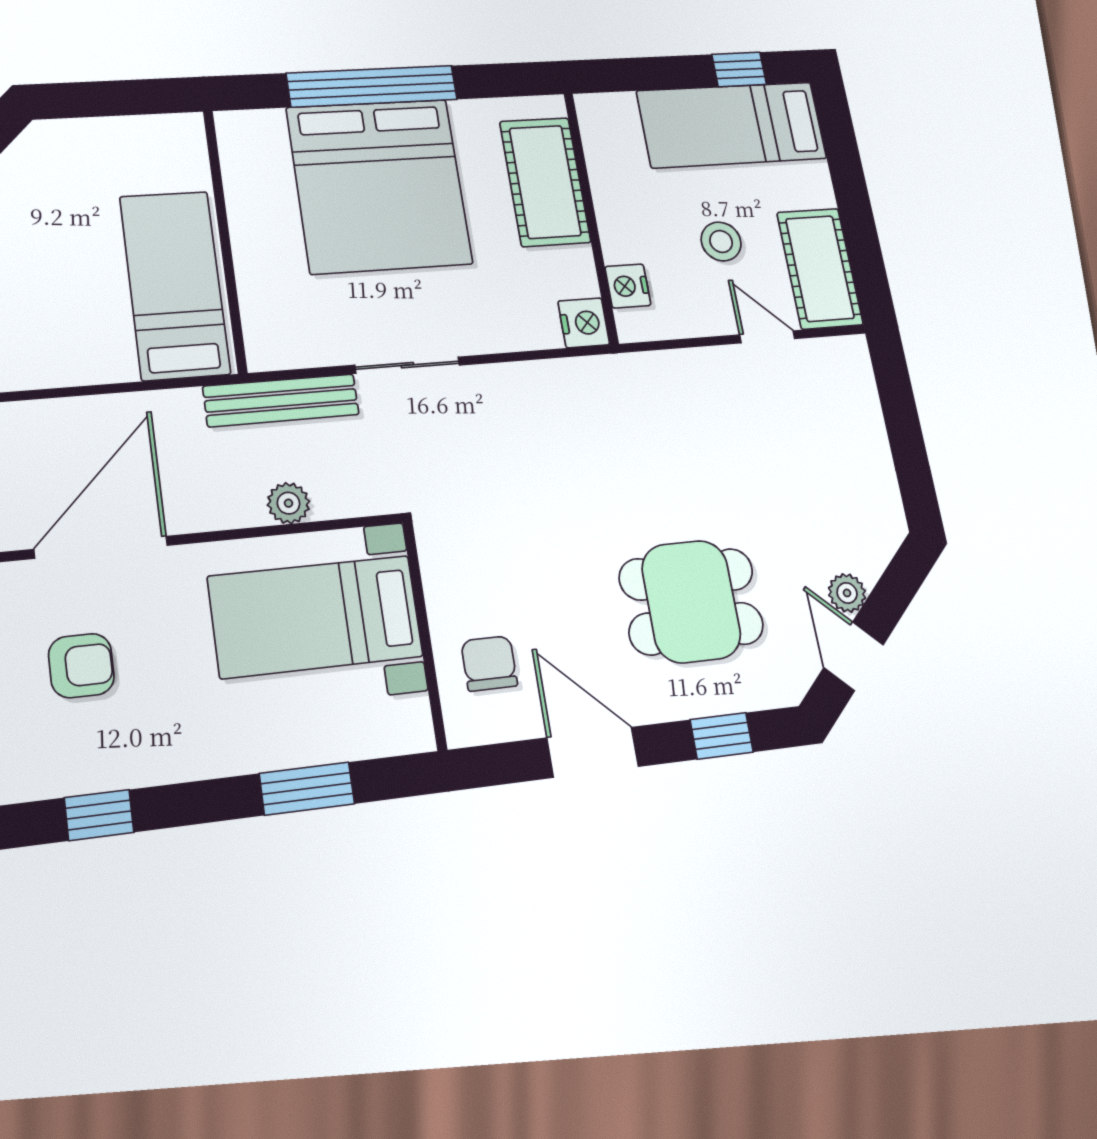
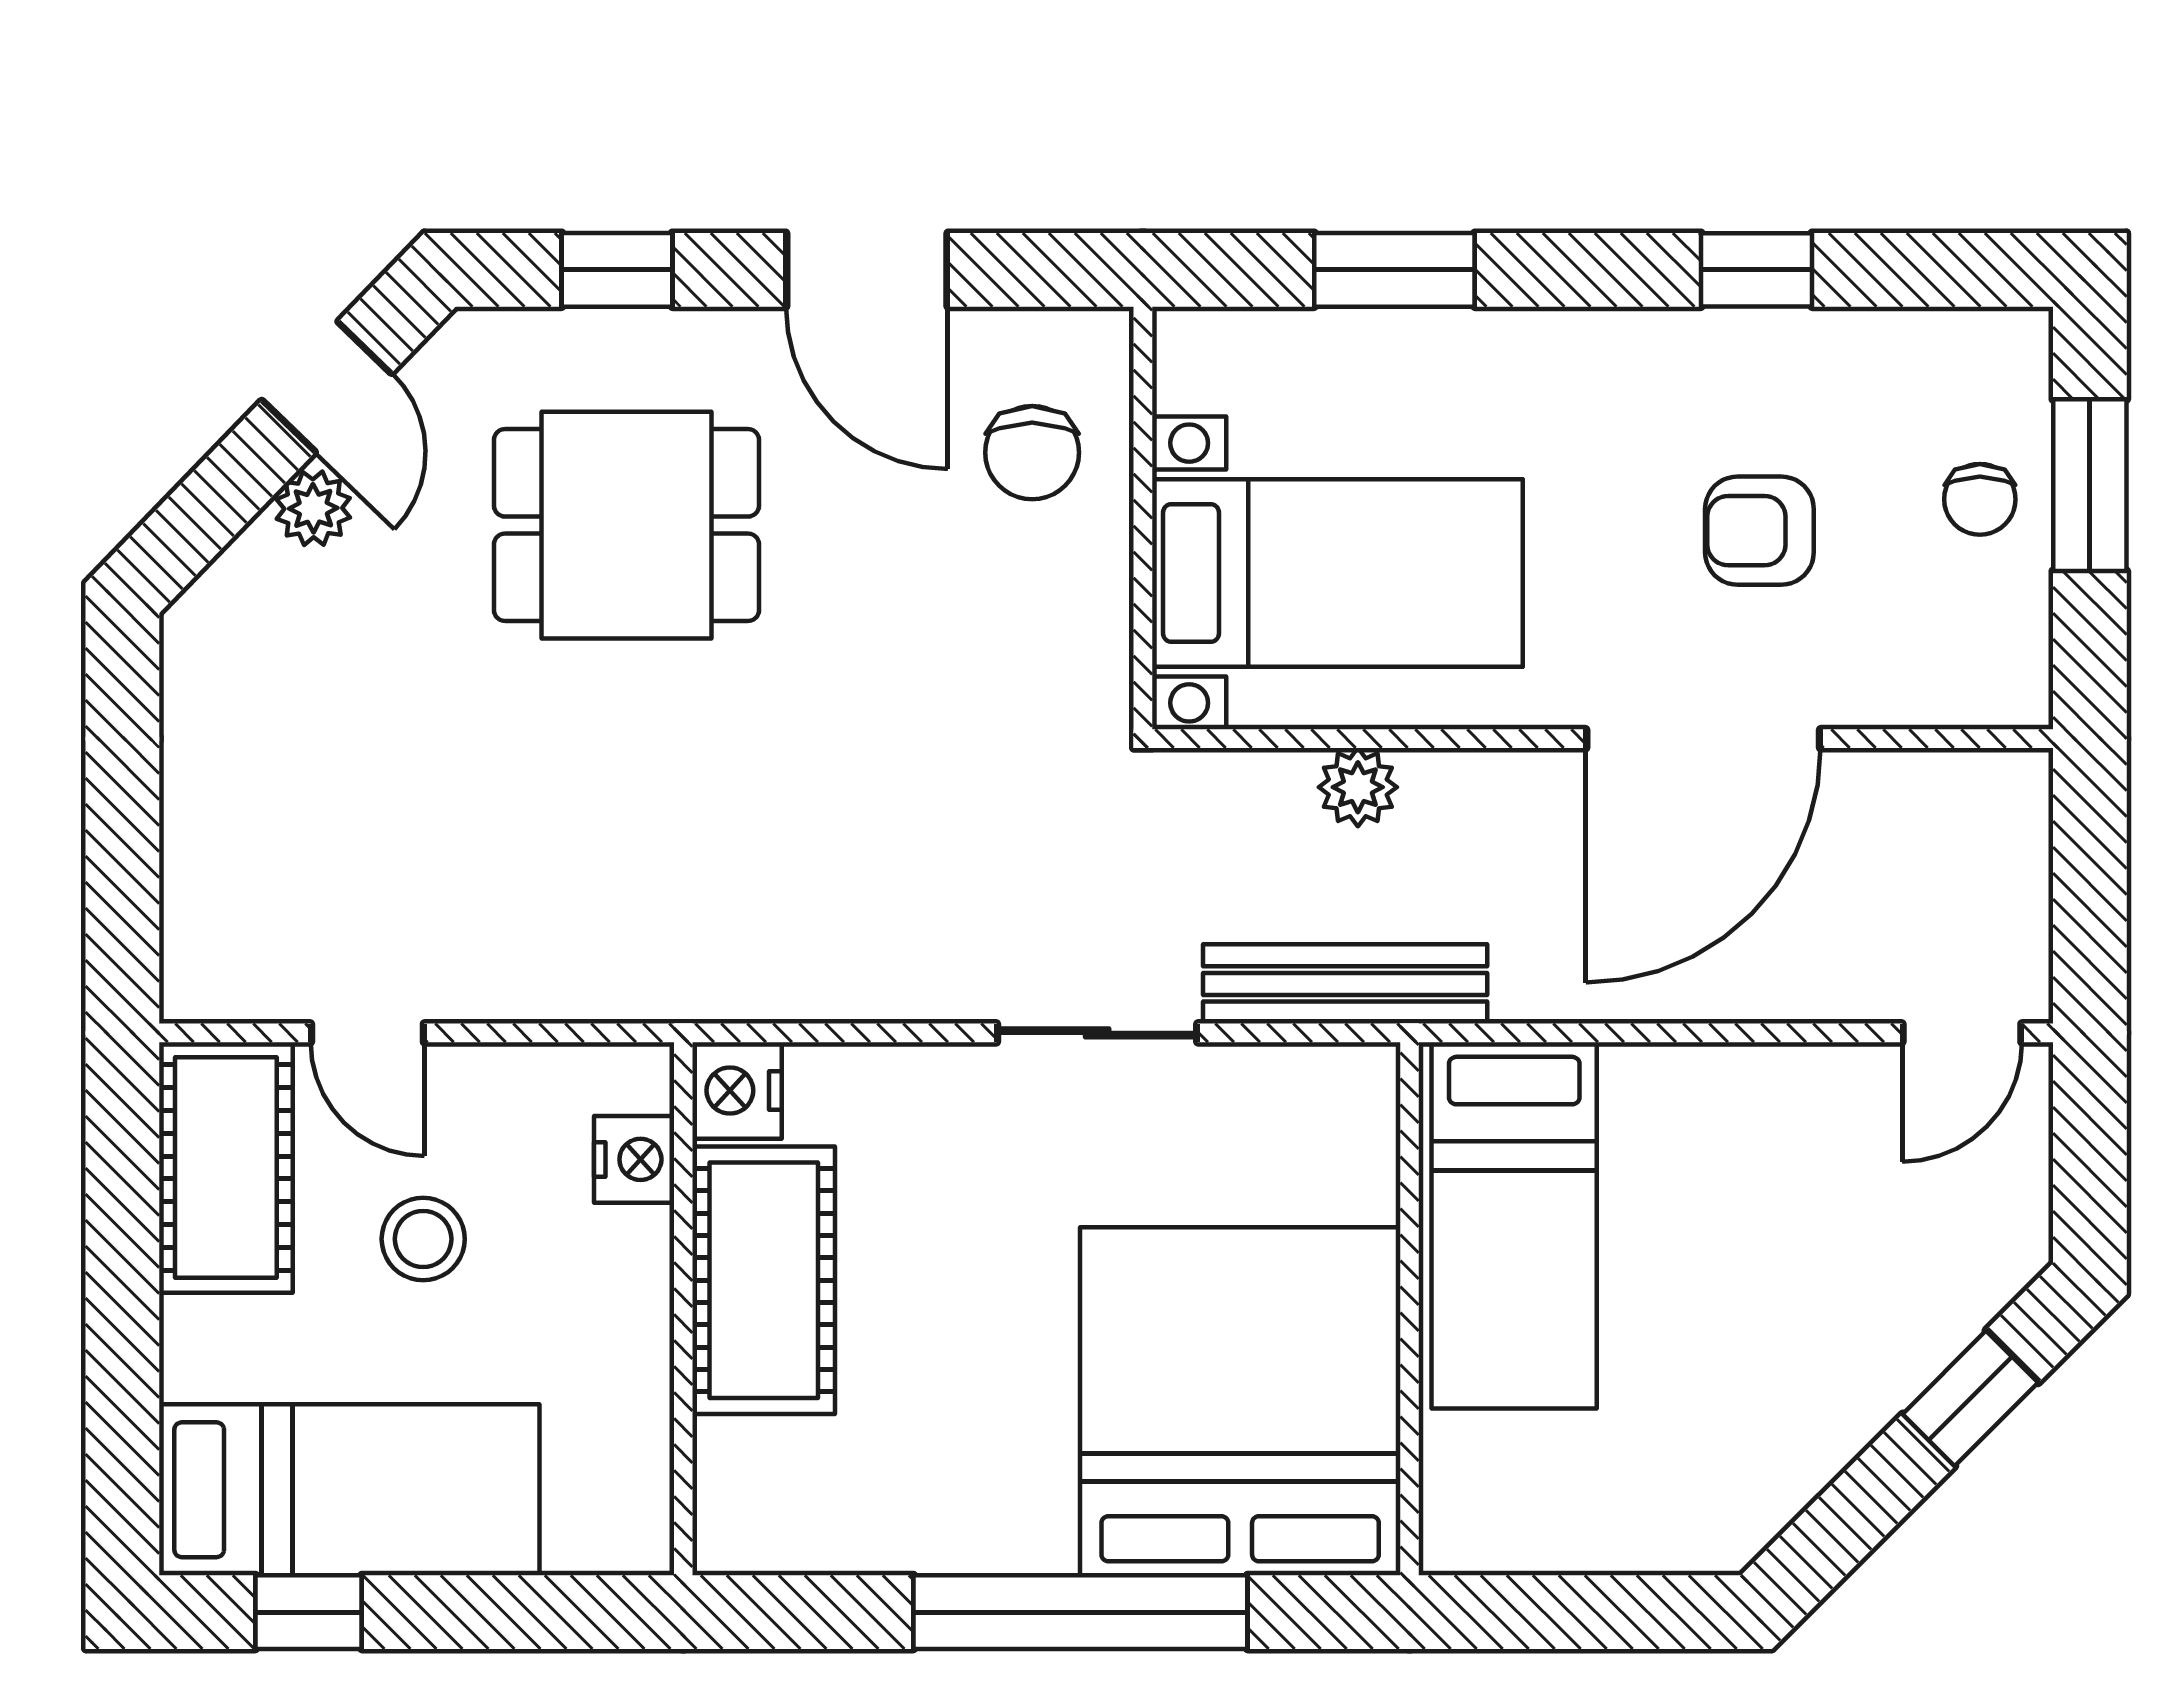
cot: (545, 182) -> (764, 1280), moved
bed: (379, 186) -> (1240, 1401), moved

